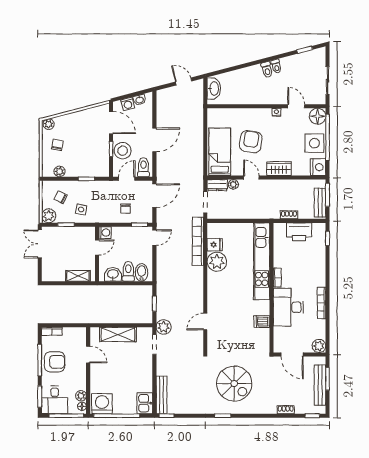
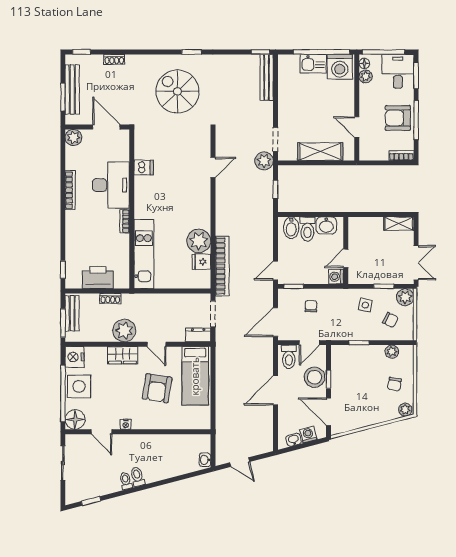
washbasin: (214, 88) -> (205, 460), width x0.52, depth x0.69
plant: (233, 184) -> (124, 331), moved, width x1.87, depth x1.87
kitchen unit: (262, 261) -> (144, 254), width x0.73
shelving: (78, 276) -> (399, 224), moved
kitchen sink: (145, 403) -> (313, 64), moved, turned 90

